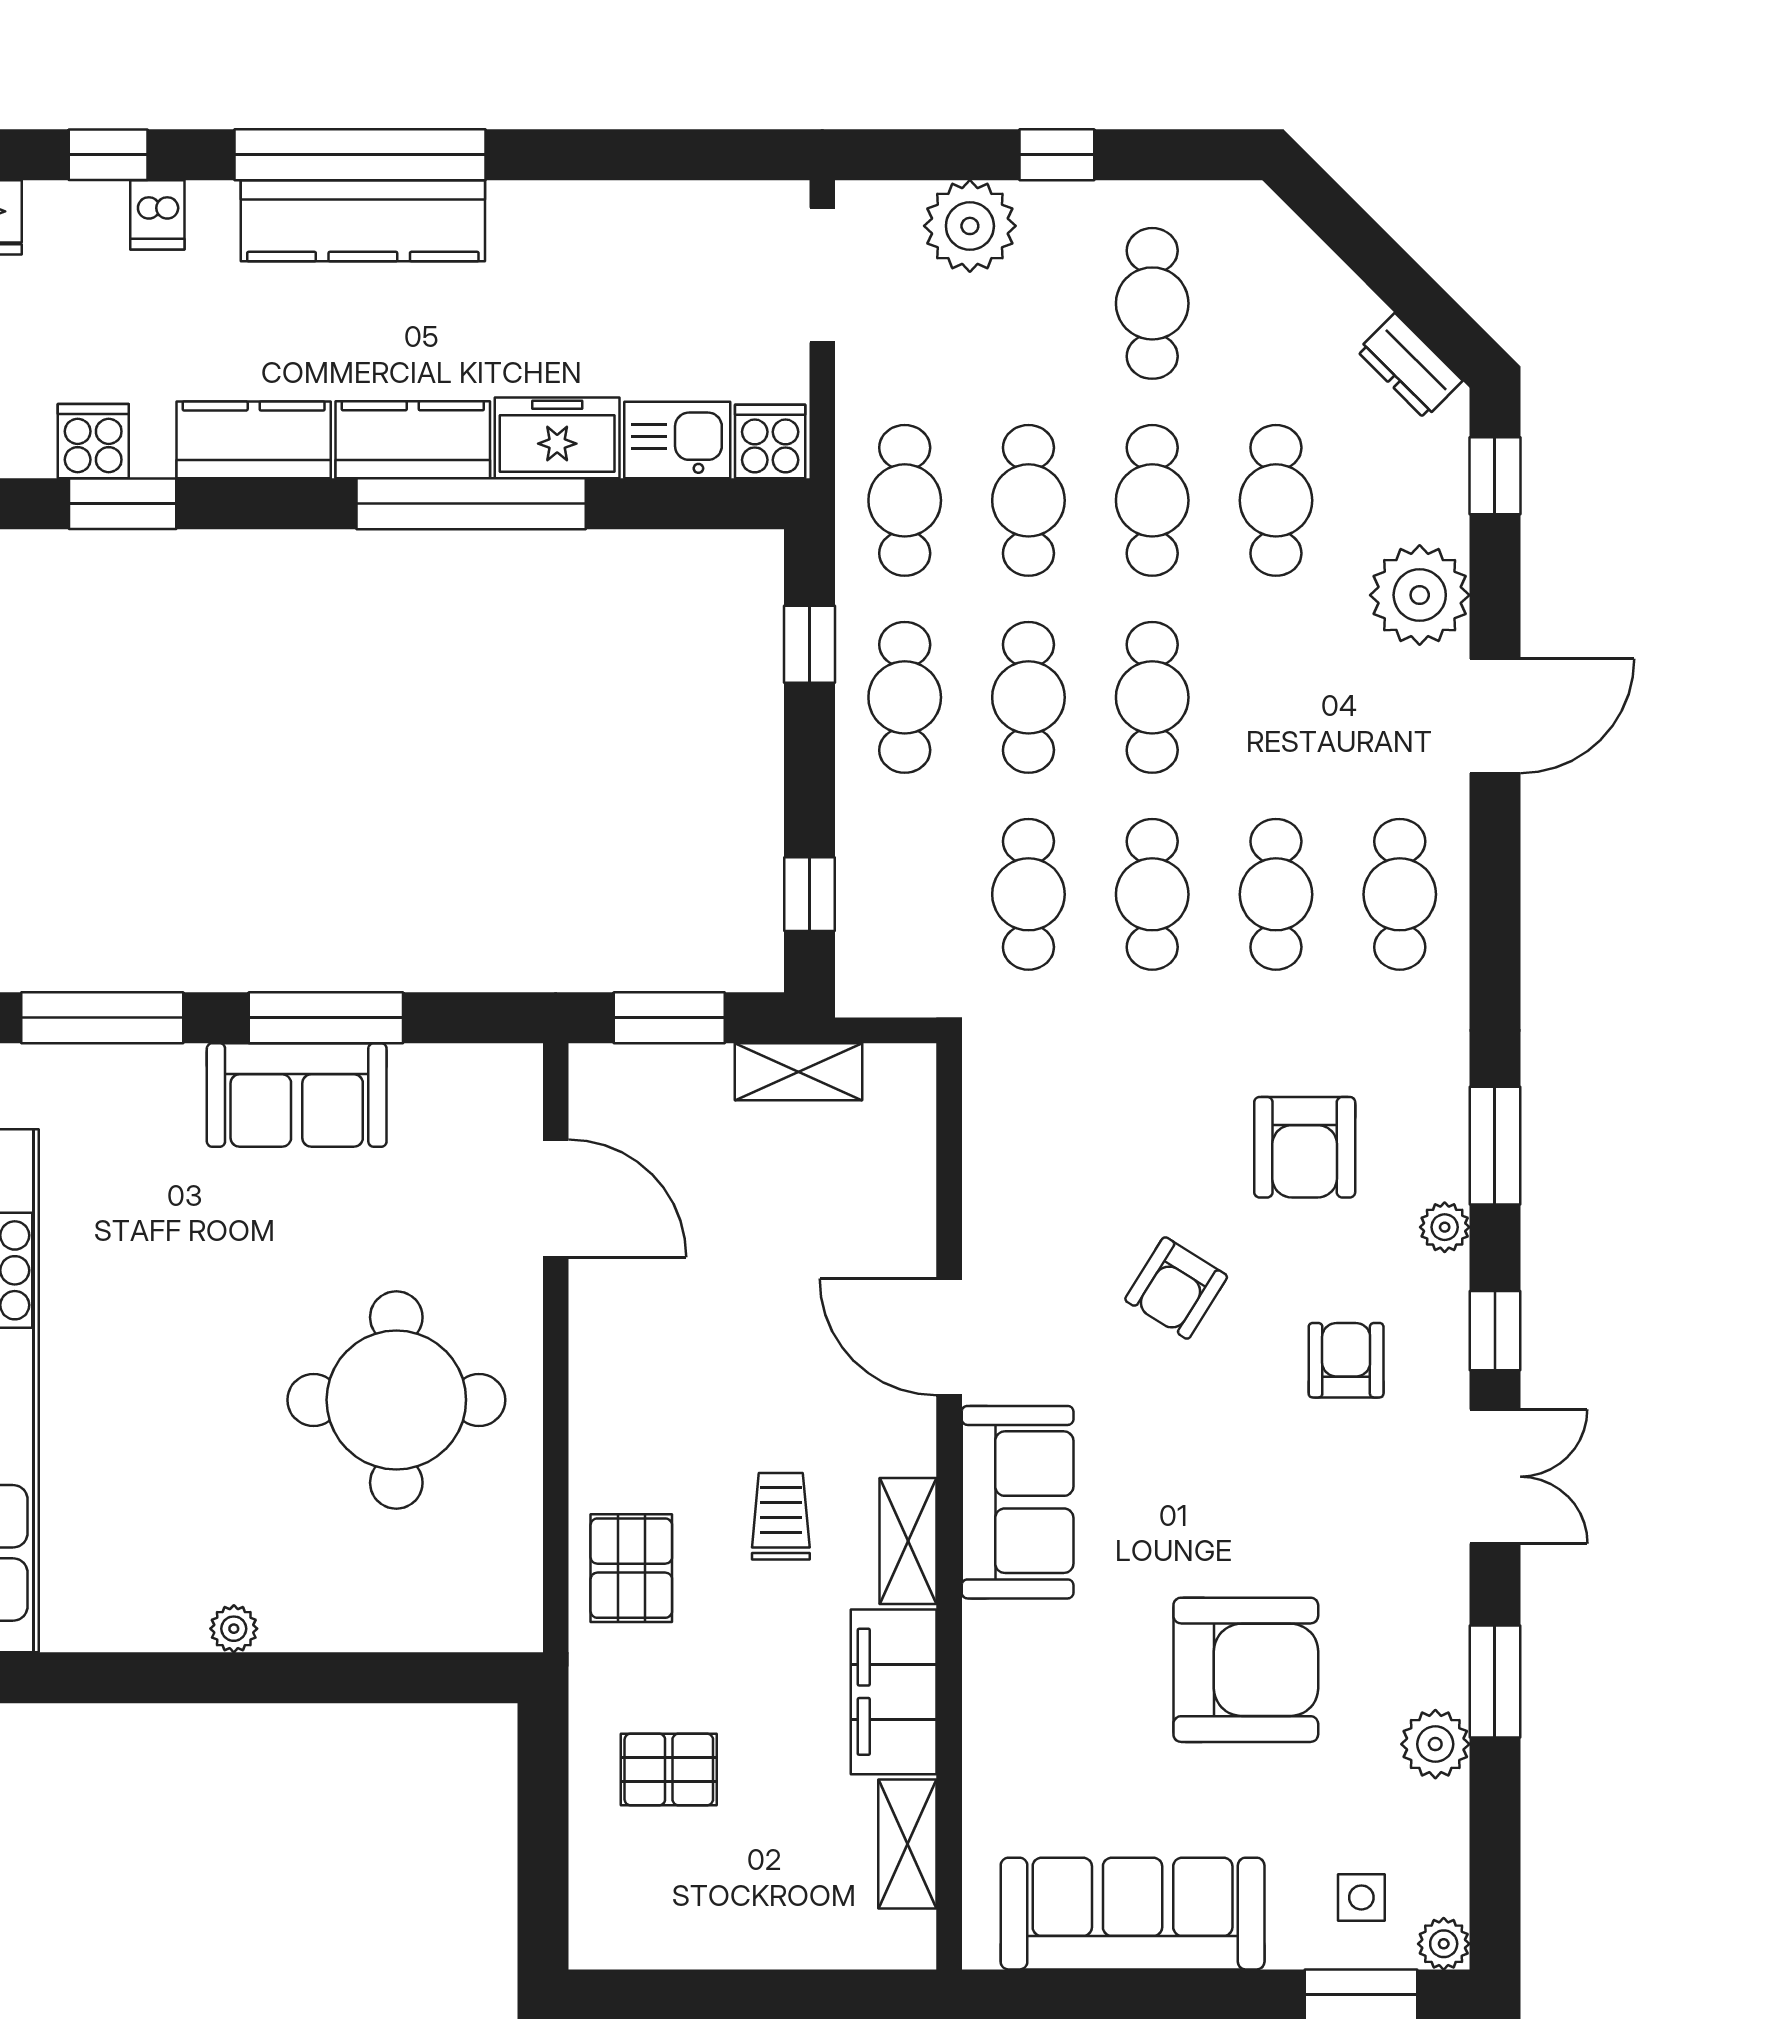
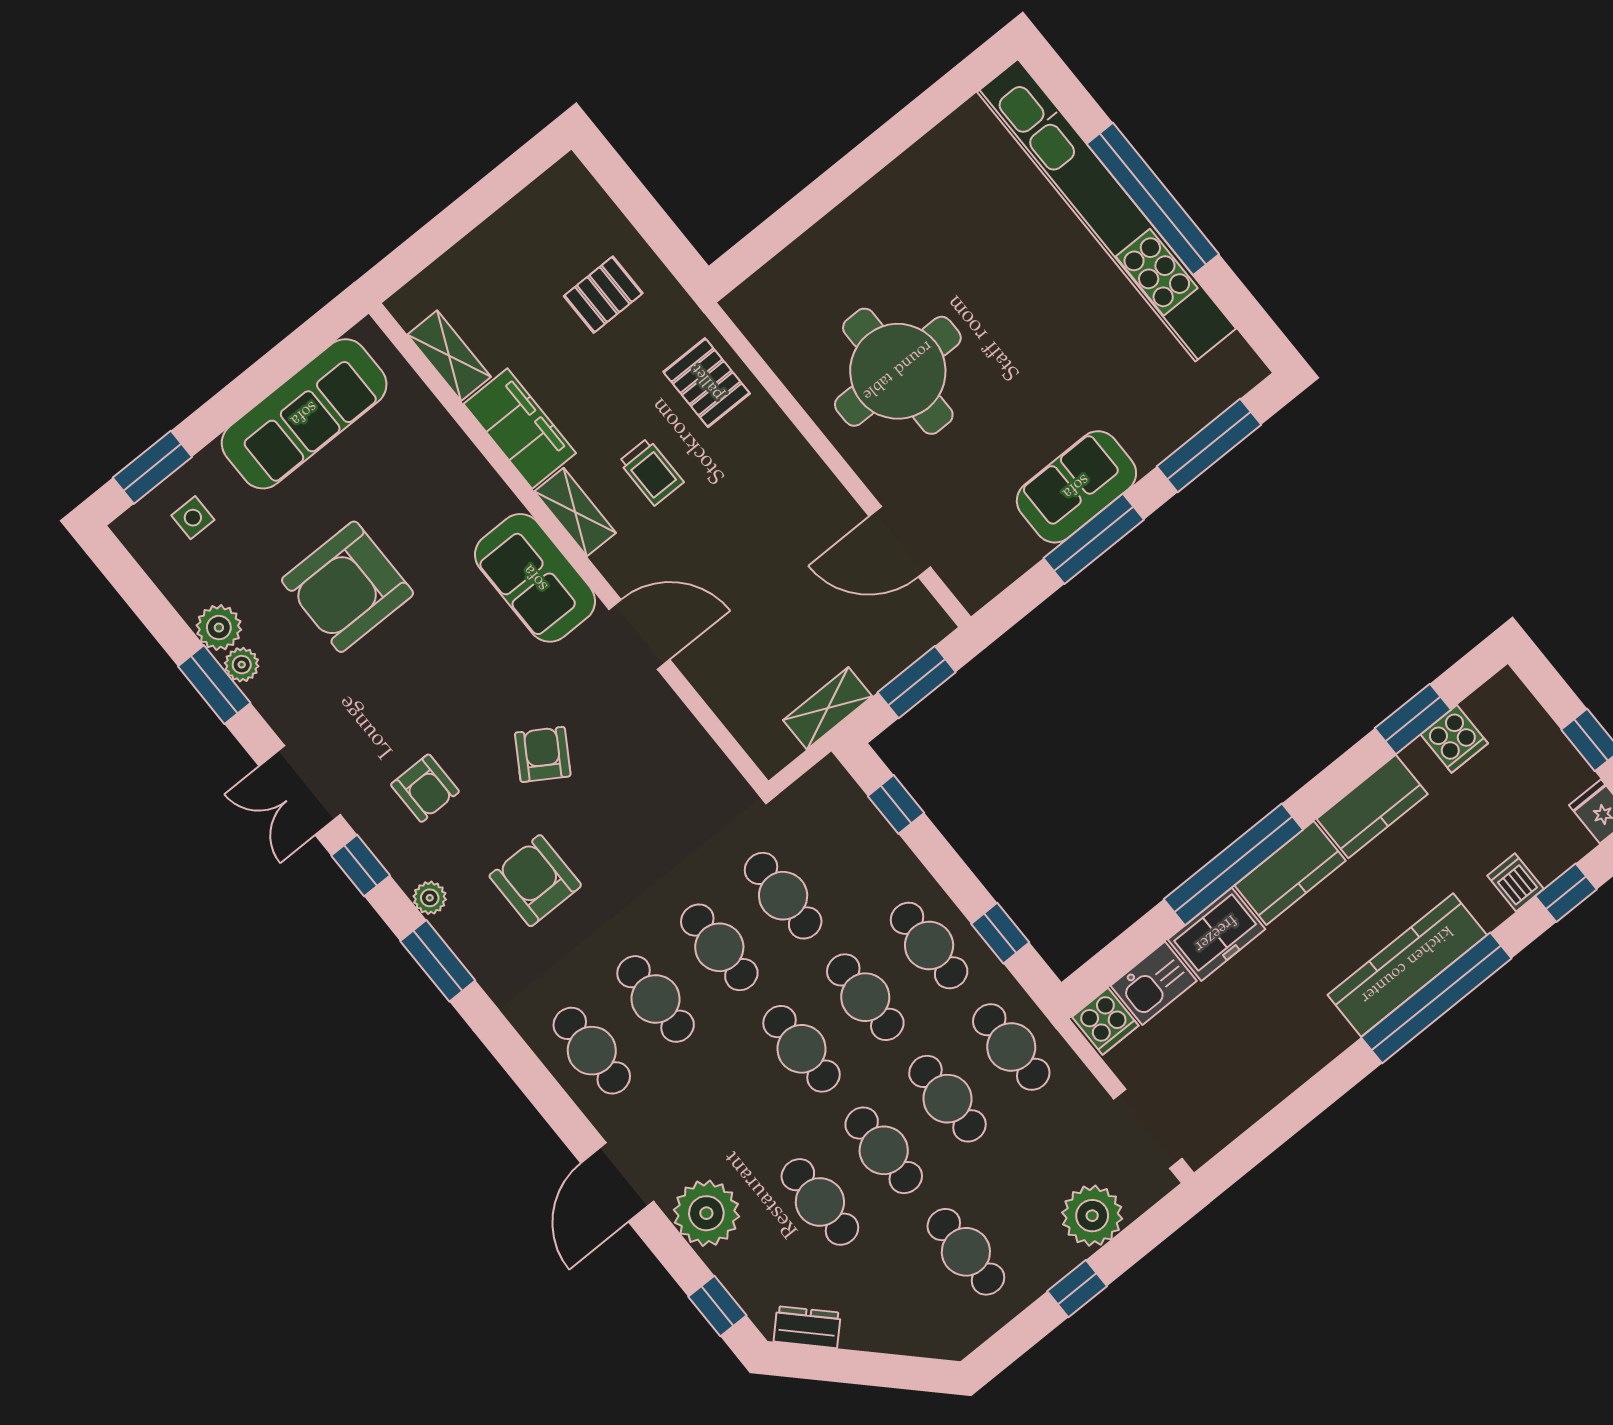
plant: (234, 1629) -> (886, 186), removed
plant: (1444, 1944) -> (242, 665), moved

